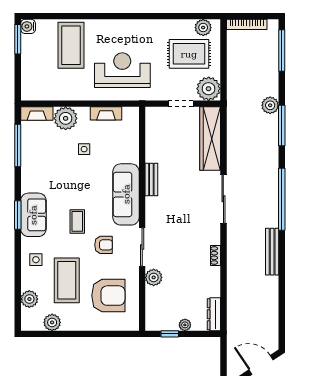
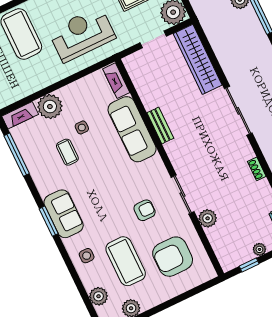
fireplace: (106, 113) -> (116, 81), moved, turned 90
sofa: (126, 194) -> (132, 129), moved
coffee table: (77, 221) -> (67, 152), moved
armchair: (108, 296) -> (173, 257), turned 180

